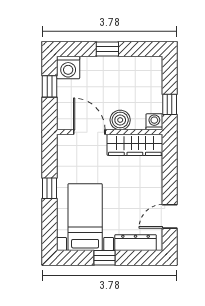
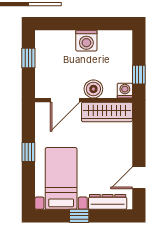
window: (107, 49) -> (82, 24), removed
washing machine: (68, 67) -> (86, 41), moved
door: (89, 132) -> (65, 100), swing flipped

